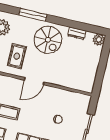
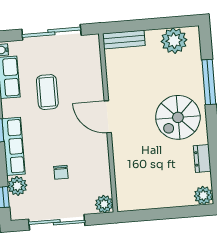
rug: (17, 56) -> (137, 78), removed
plant: (85, 100) -> (104, 204), added

